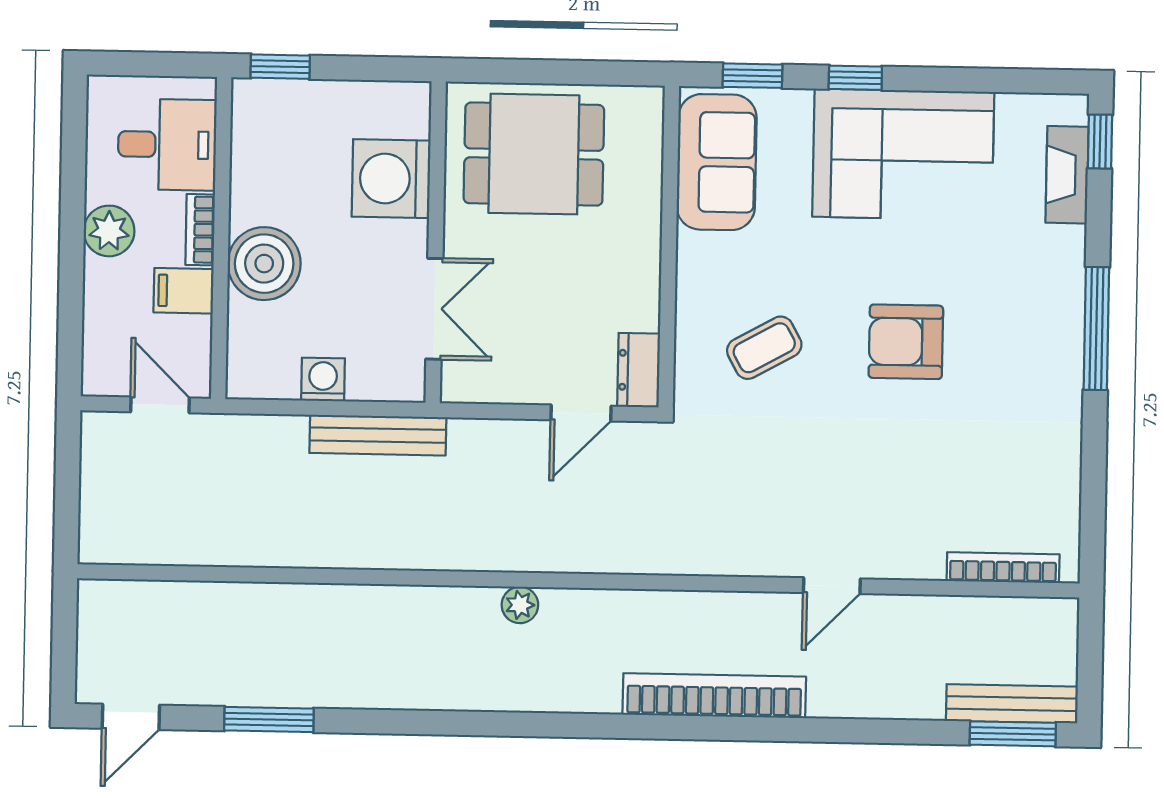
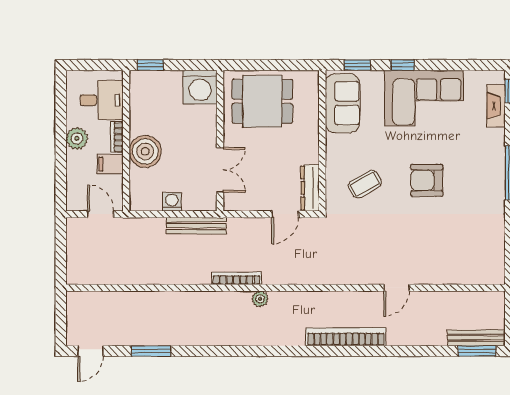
washing machine: (391, 179) -> (200, 87), moved, turned -90
dresser: (639, 370) -> (310, 188), width x1.44
bookcase: (1003, 568) -> (236, 278), moved

